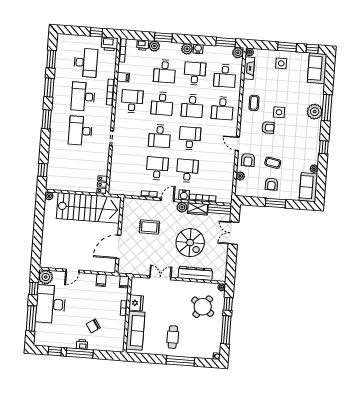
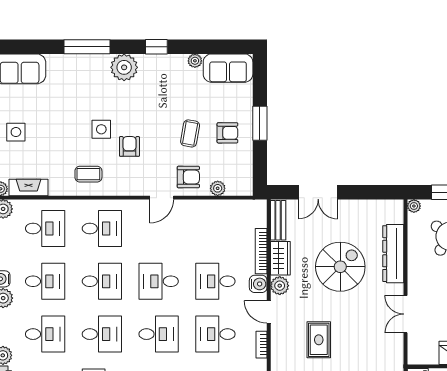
desk: (195, 73) -> (45, 281), turned 180
plant: (315, 112) -> (124, 67), moved

